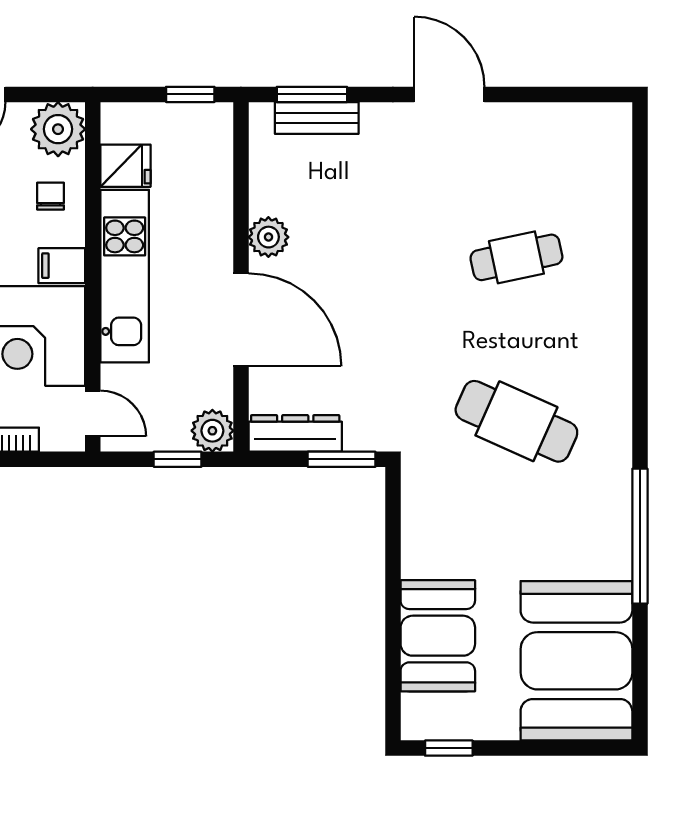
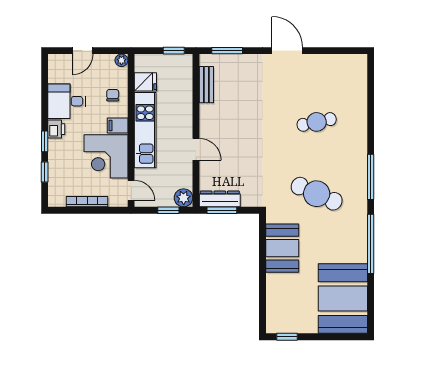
bench: (317, 118) -> (206, 85), moved, turned 90
plant: (58, 129) -> (121, 60), width x0.53, depth x0.53
plant: (268, 237) -> (208, 113), removed
door: (241, 320) -> (196, 149), width x0.53
window: (640, 383) -> (371, 177), added
window: (342, 459) -> (222, 210), moved
booth: (438, 636) -> (282, 248), moved

